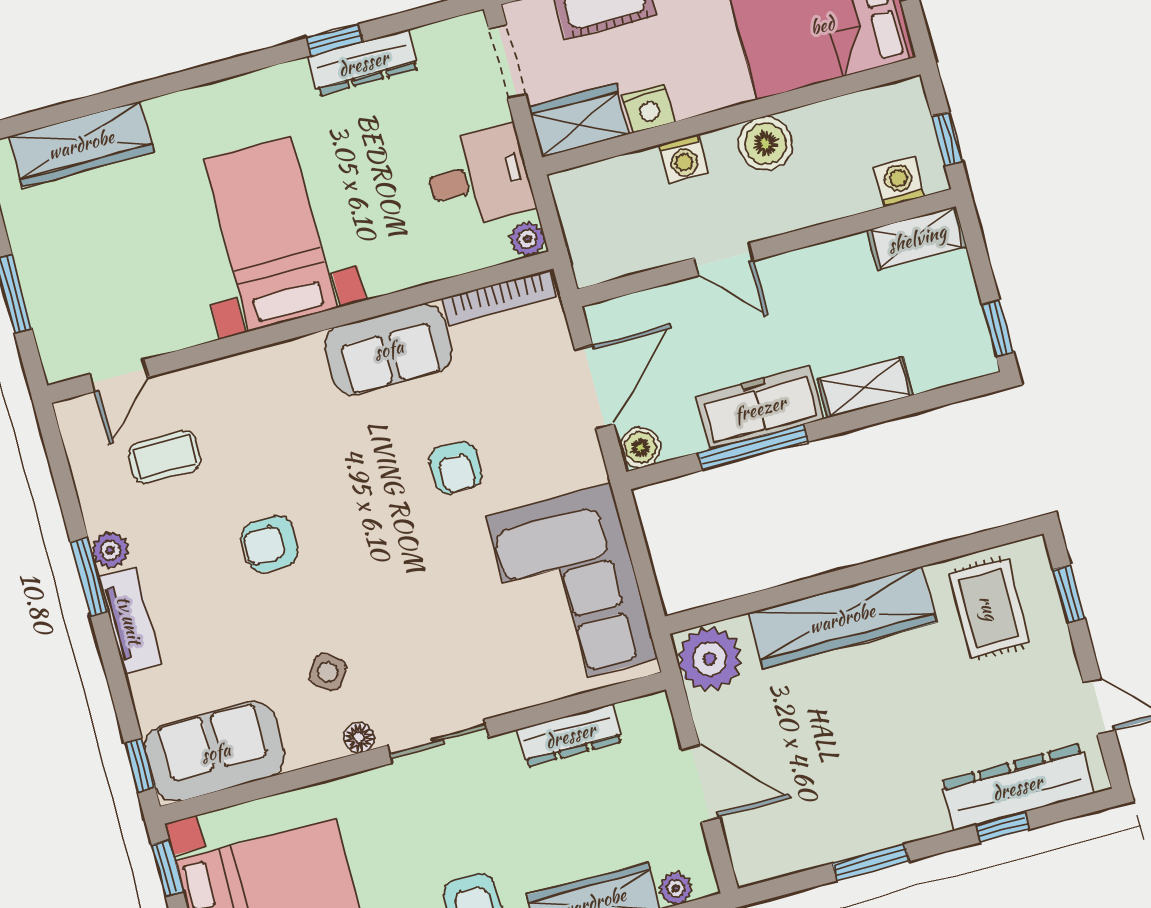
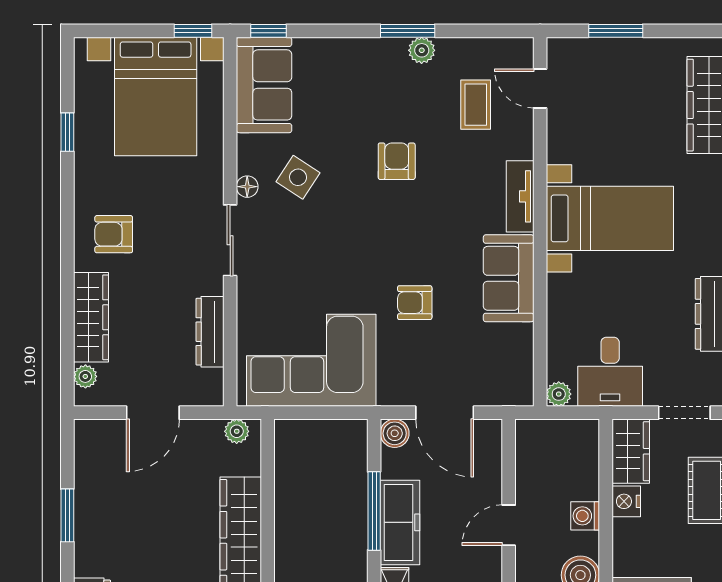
bookcase: (499, 298) -> (524, 364), removed
tv unit: (130, 620) -> (520, 196), moved, turned 90
plant: (710, 659) -> (237, 431), width x0.53, depth x0.53
side table: (328, 672) -> (298, 177), width x1.37, depth x1.37

